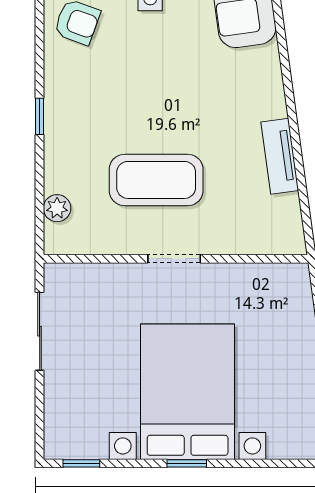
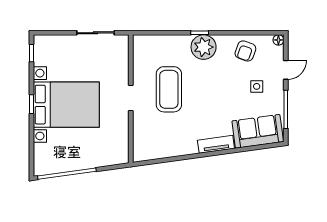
tv unit: (280, 156) -> (216, 144), moved
plant: (57, 208) -> (204, 47), moved, width x1.88, depth x1.88

